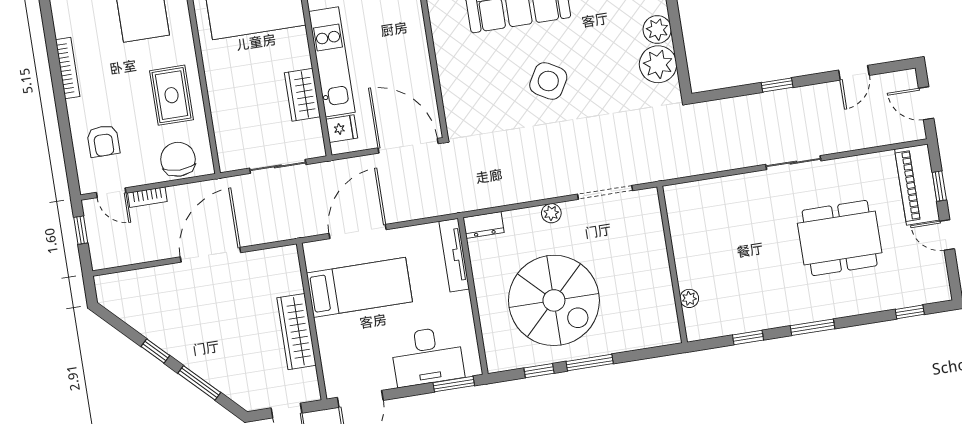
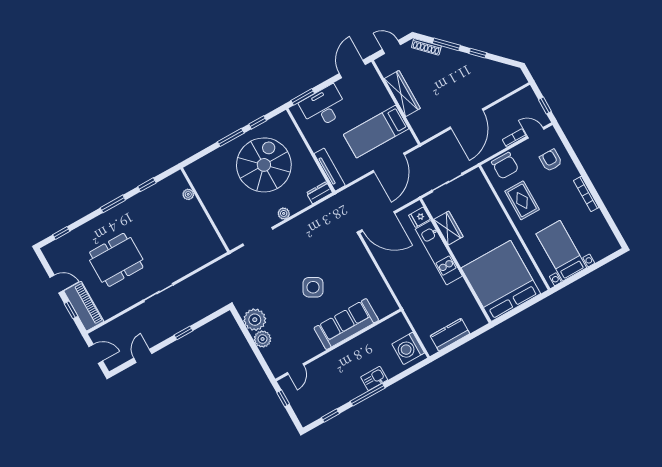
spiral stairs: (554, 300) -> (264, 165), turned 90
shoe rack: (232, 391) -> (426, 47), added

